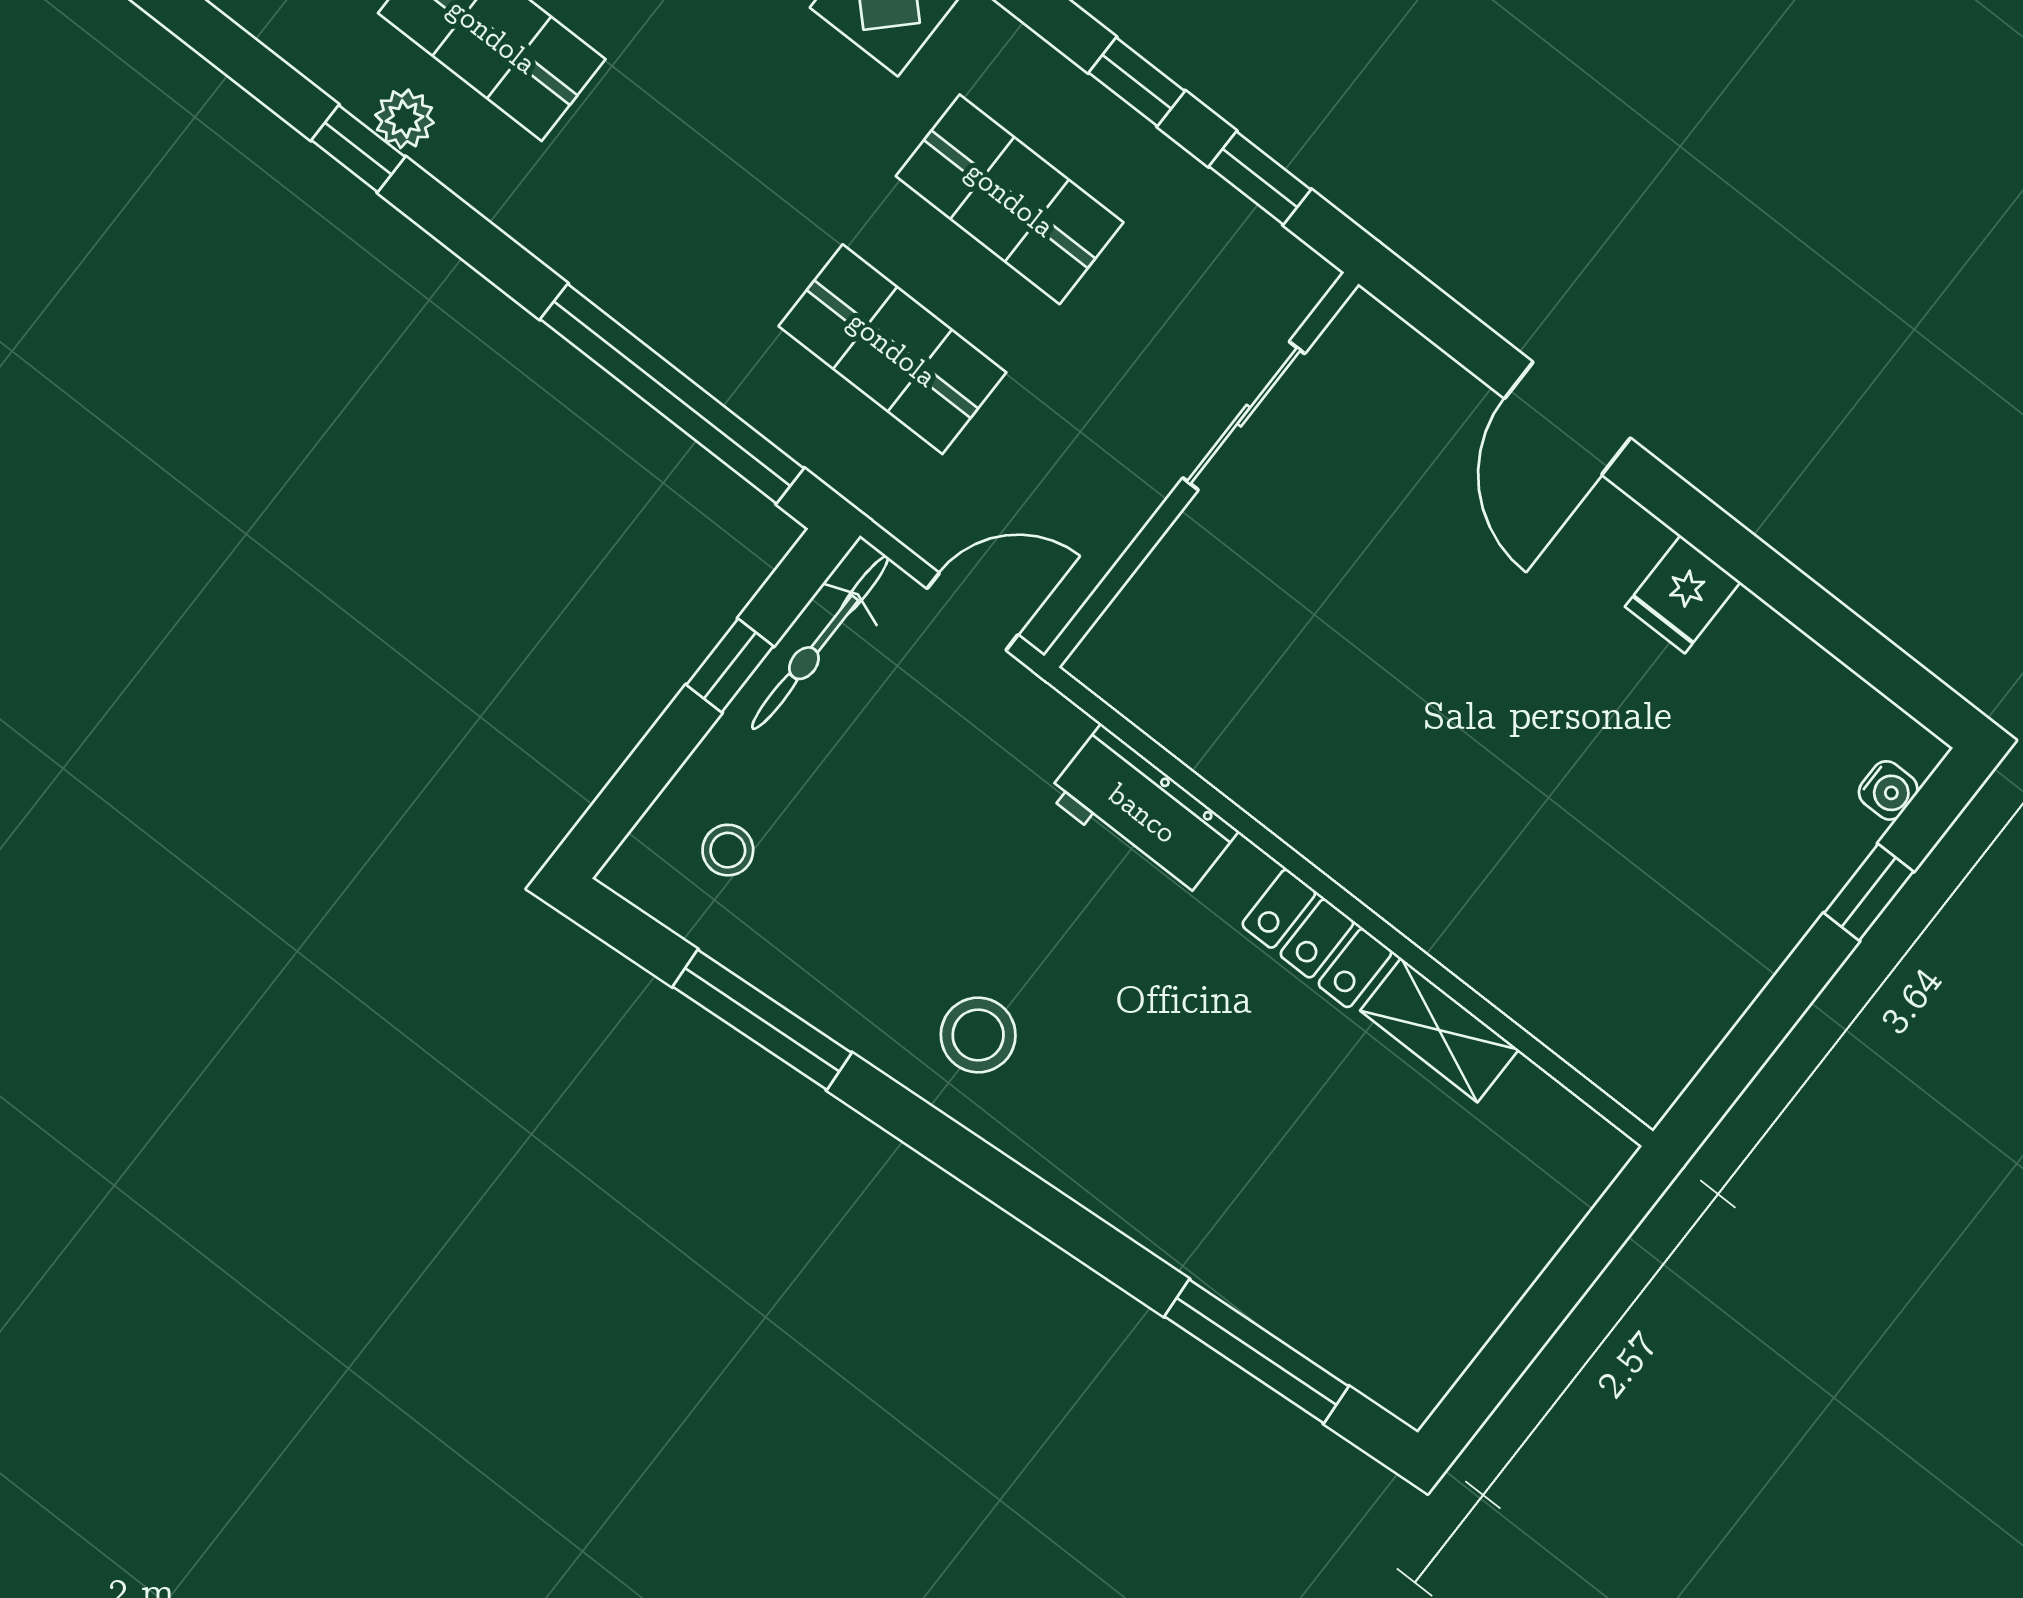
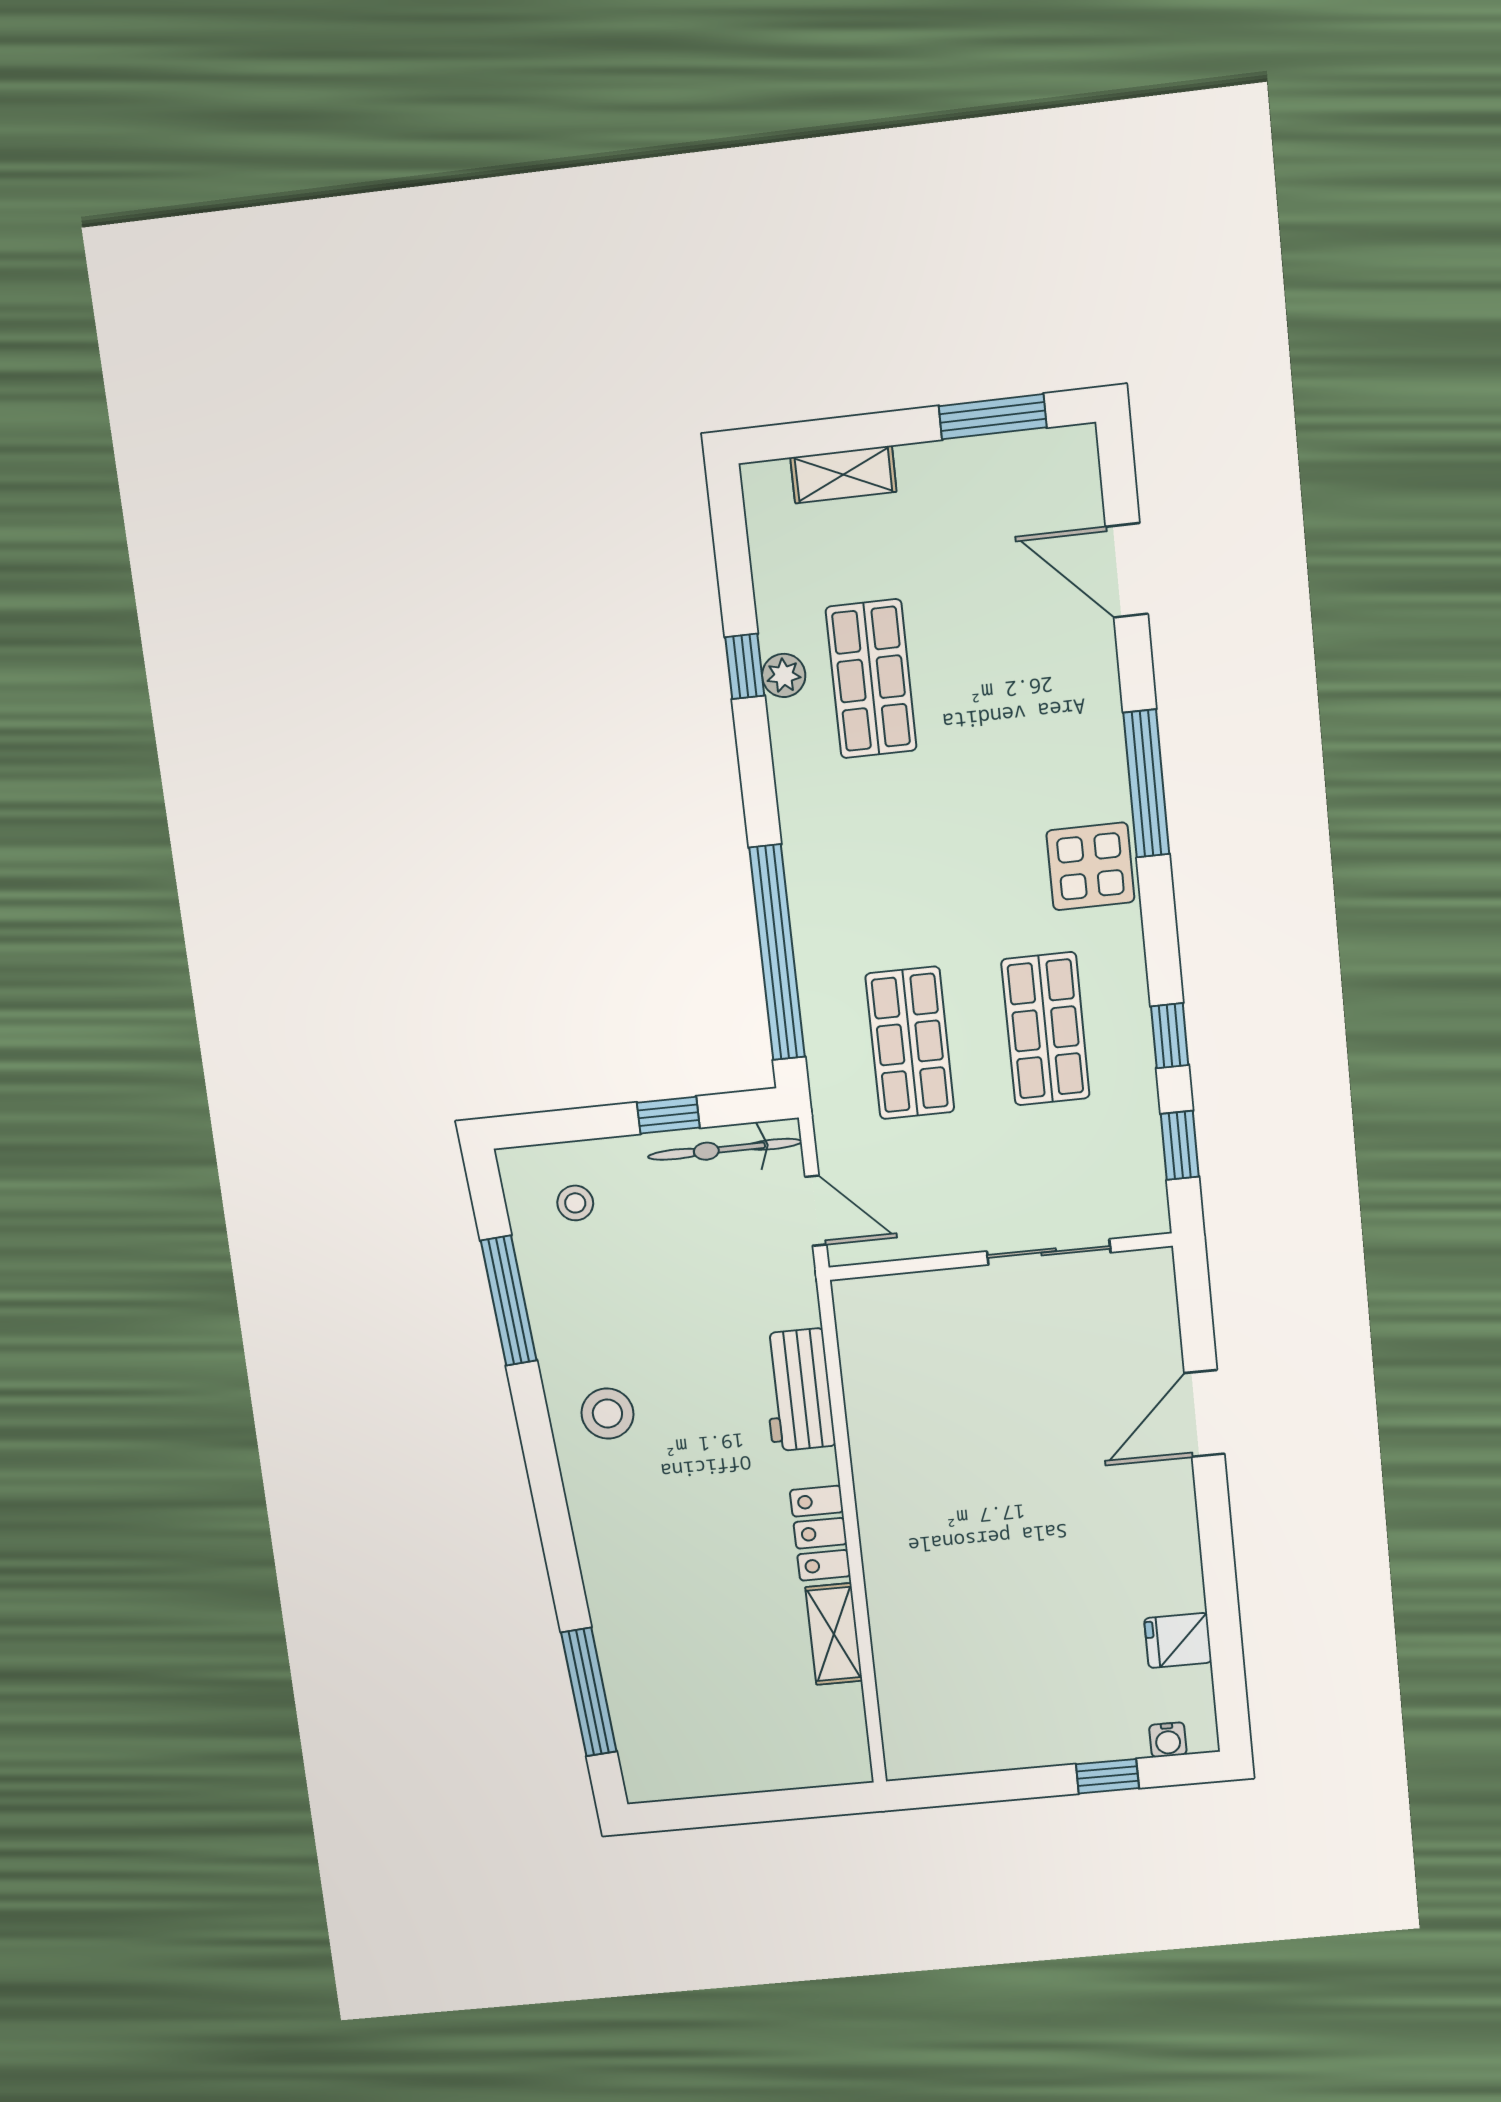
fridge: (1683, 594) -> (1178, 1640), moved

